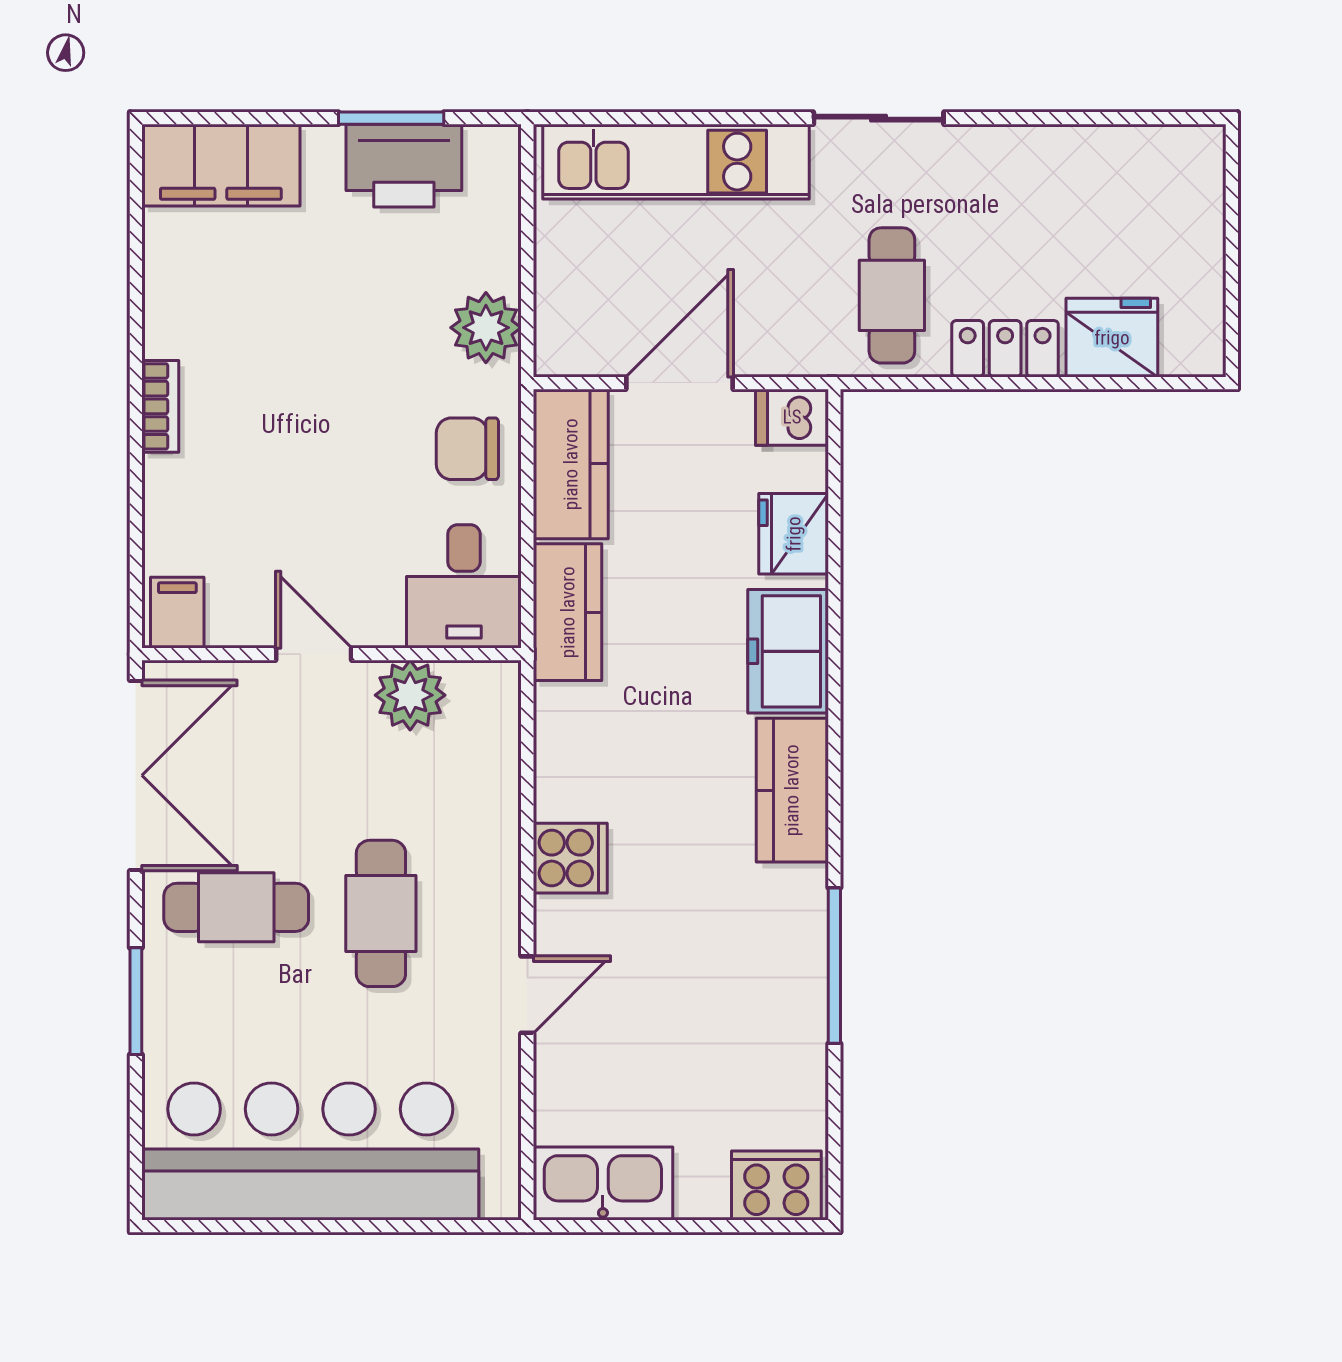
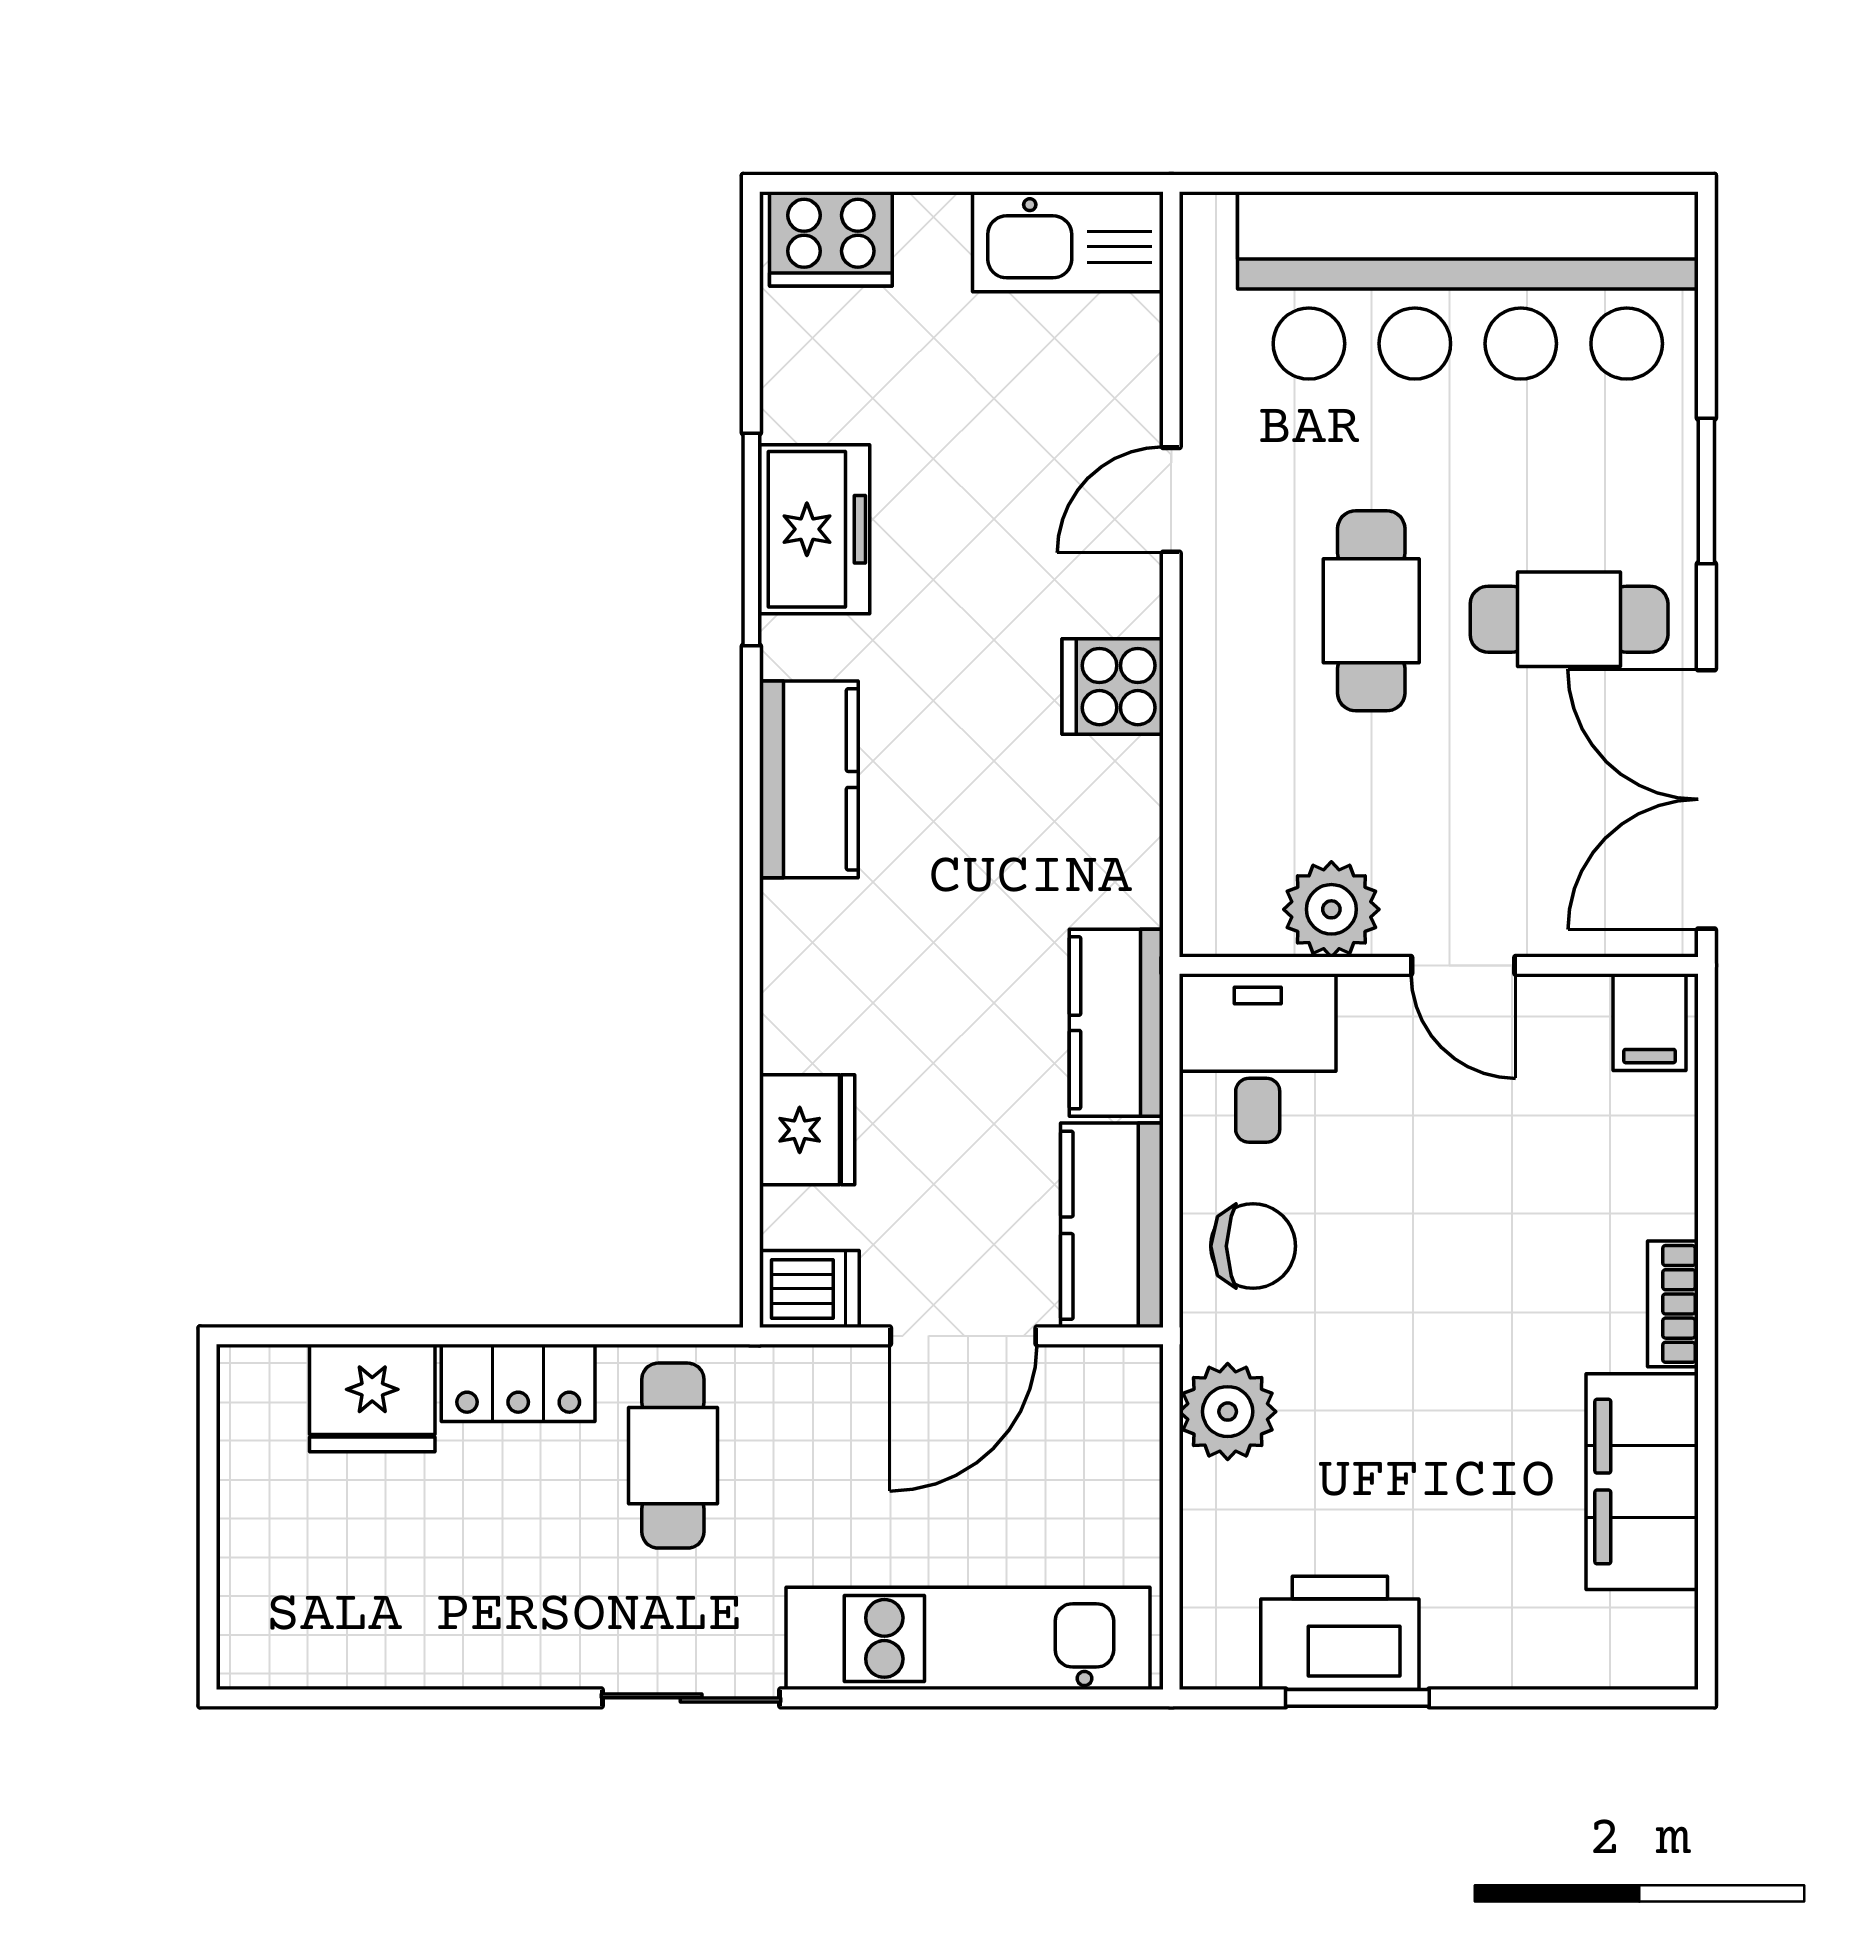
filing cabinet: (221, 165) -> (1642, 1482), moved, turned -90
freezer: (788, 651) -> (815, 529), moved

